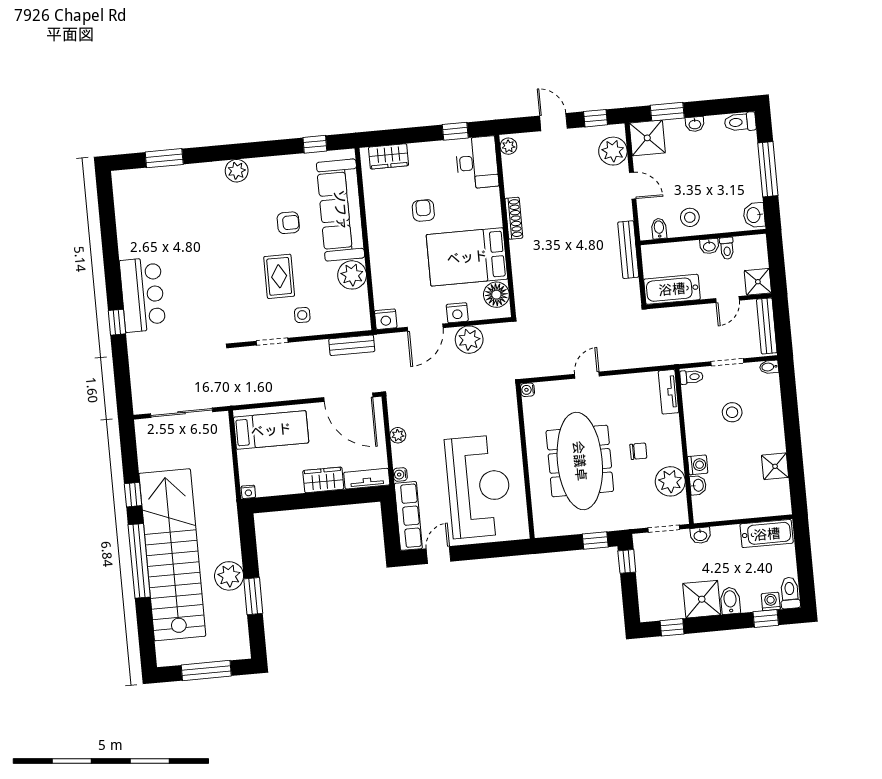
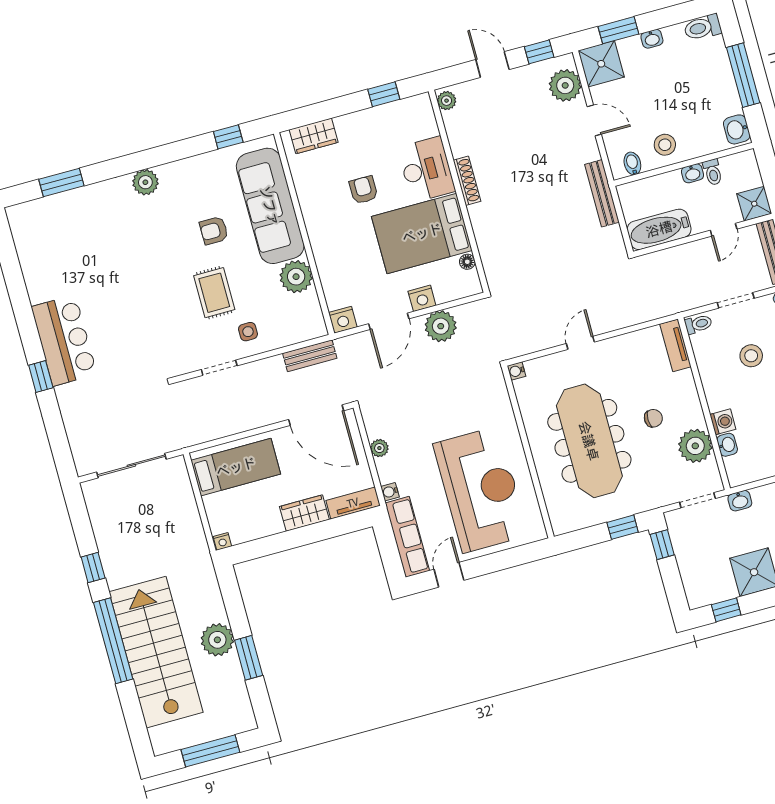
desk: (477, 163) -> (426, 169), moved
armchair: (288, 223) -> (214, 231), turned 180
floor lamp: (496, 295) -> (467, 262), width x0.53, depth x0.53
stairs: (172, 555) -> (156, 652), width x0.73

